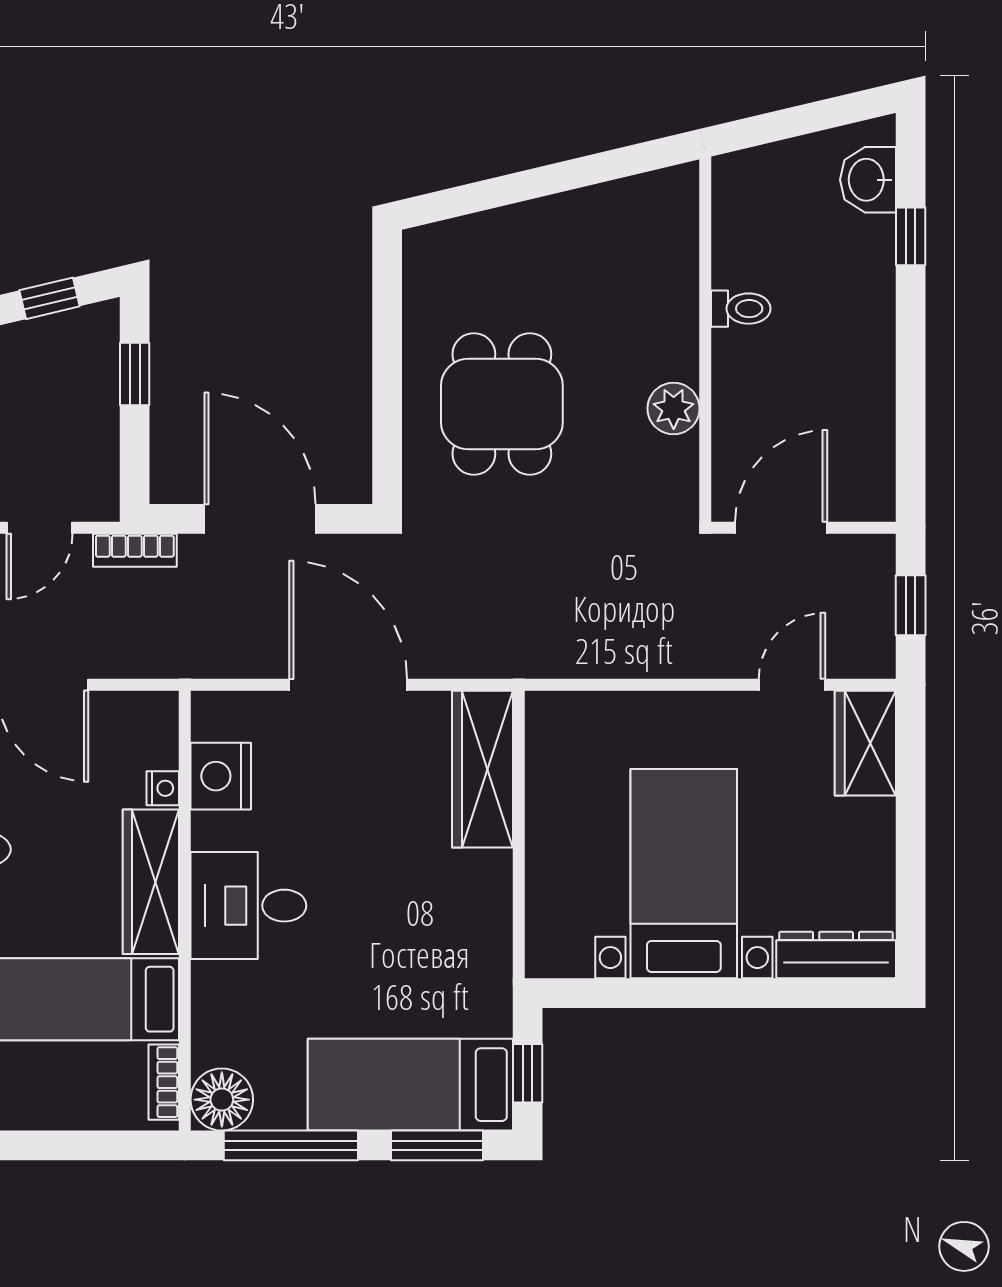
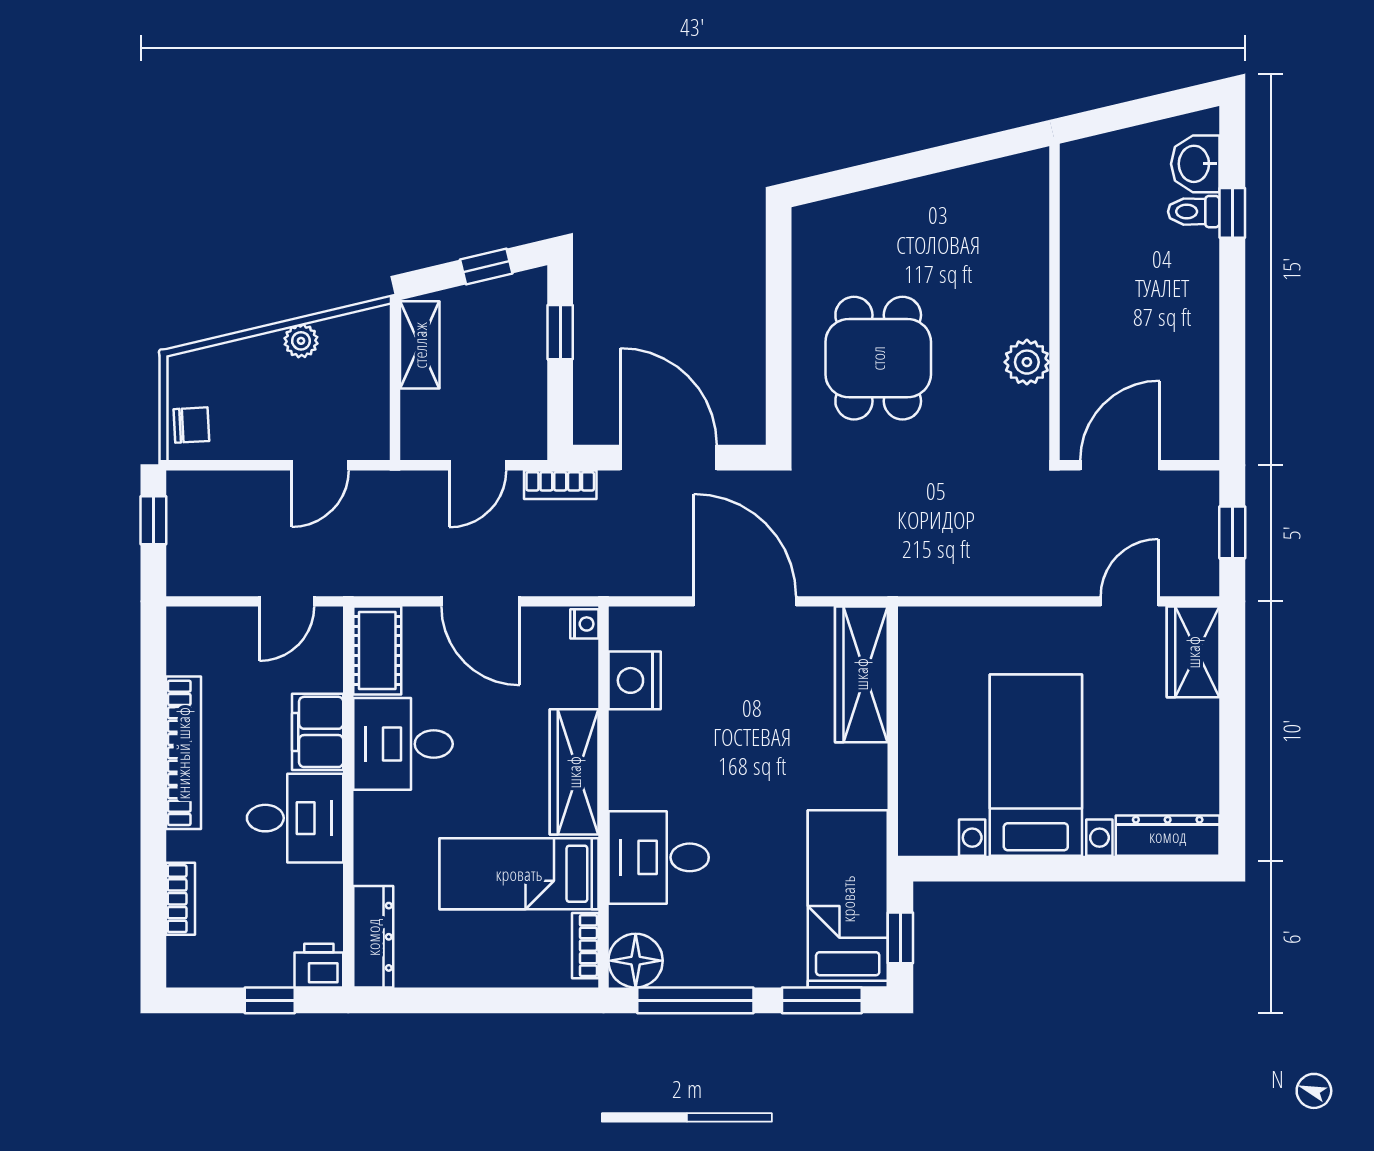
toilet: (741, 309) -> (1194, 212), moved, turned 180
nightstand: (163, 788) -> (584, 624), moved
desk: (248, 906) -> (659, 857), moved
bed: (410, 1085) -> (848, 899), moved, turned 90

